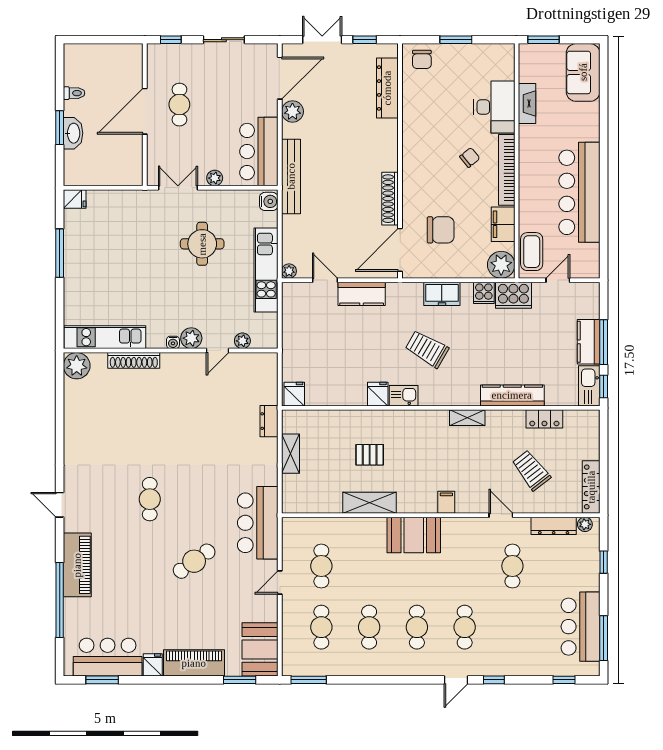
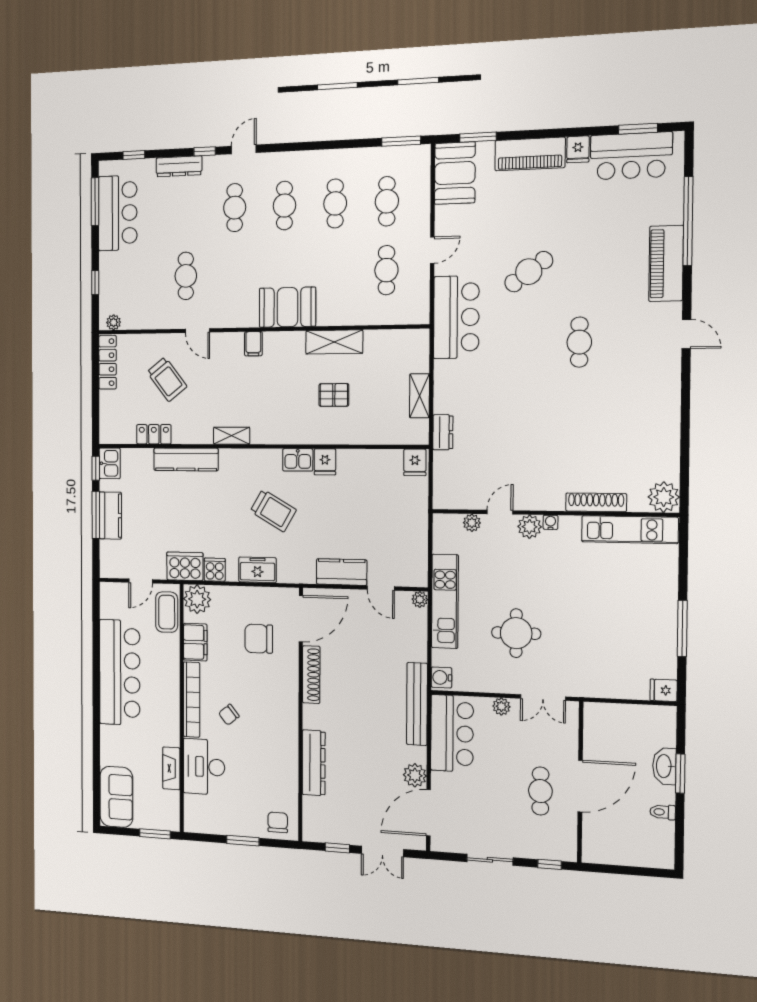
dresser: (387, 88) -> (314, 763), moved
kitchen sink: (589, 386) -> (110, 463), width x0.73
dresser: (554, 526) -> (179, 166), moved, turned 180

